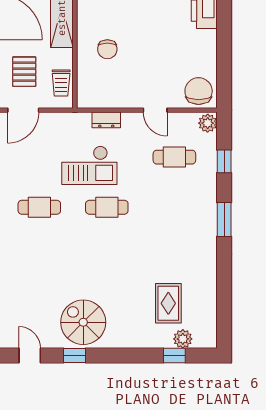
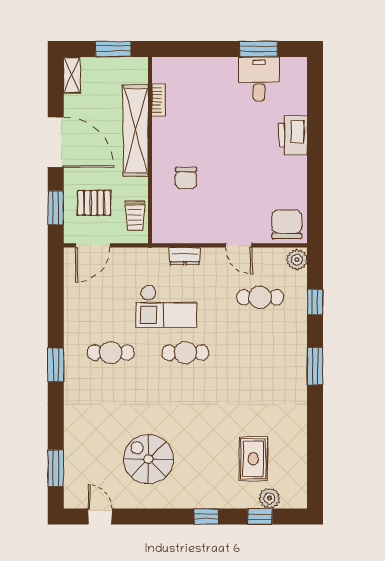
pallet: (24, 72) -> (94, 203), turned 90
spiral stairs: (83, 322) -> (148, 459), moved
window: (75, 355) -> (206, 517), moved

